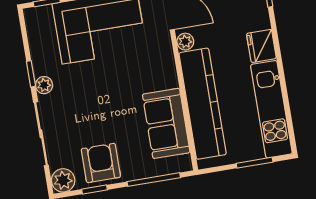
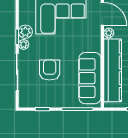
sofa: (166, 123) -> (90, 78), width x1.36
armchair: (101, 163) -> (50, 70), moved
plant: (63, 180) -> (25, 32), moved

